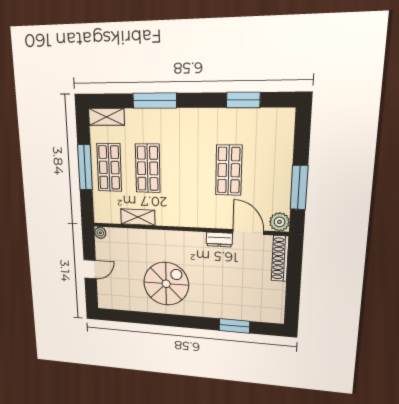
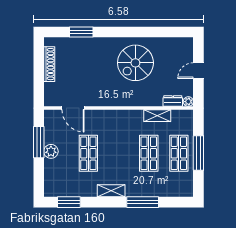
window: (243, 100) -> (69, 202), moved
shelving: (106, 117) -> (111, 191), moved
plant: (279, 222) -> (51, 151), moved
dresser: (219, 240) -> (173, 101), moved
shoe rack: (280, 259) -> (49, 64), moved

